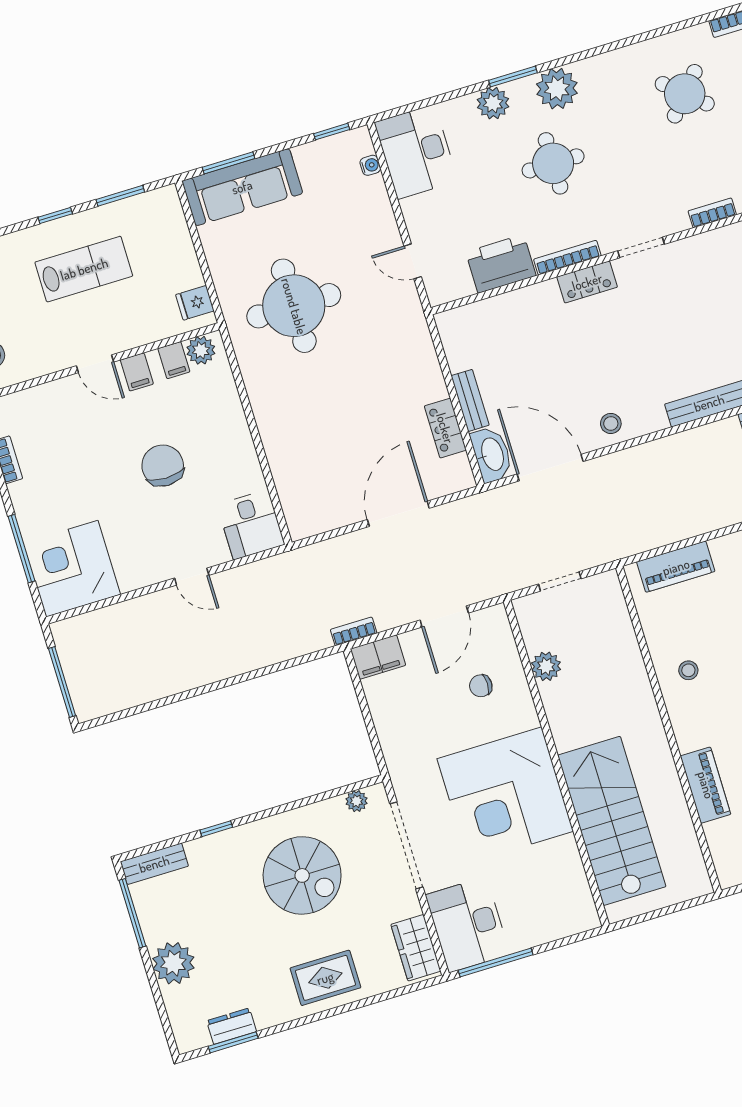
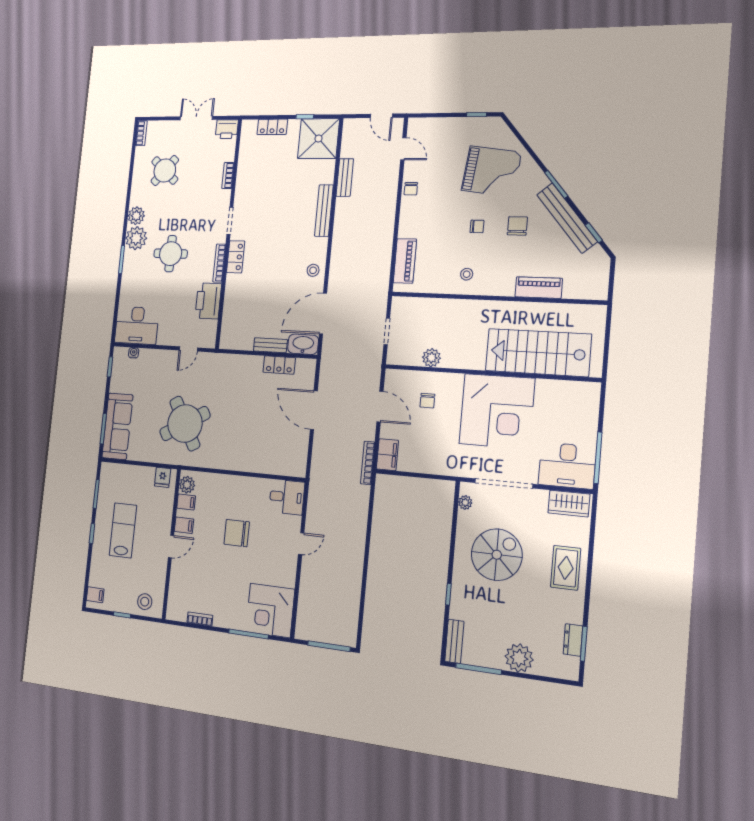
plant: (493, 103) -> (136, 216), moved
round table: (294, 306) -> (185, 424), turned -30
bookcase: (354, 631) -> (368, 463), width x1.56

